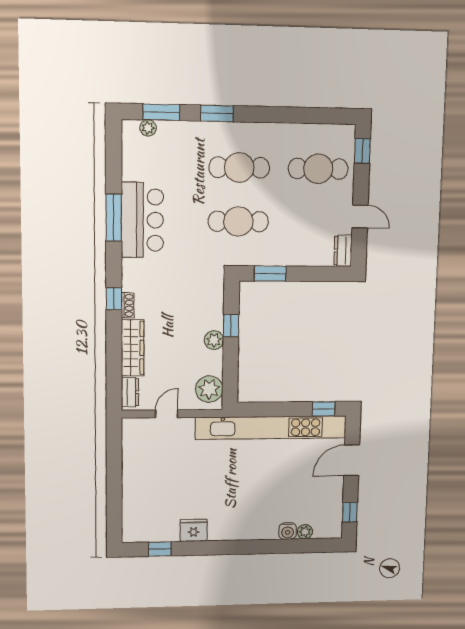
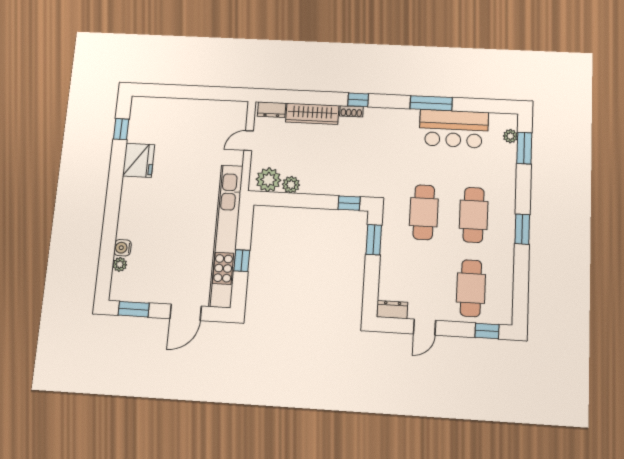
window: (217, 113) -> (522, 229), moved
bar counter: (142, 220) -> (454, 129), moved
window: (231, 325) -> (349, 203), moved
plant: (214, 340) -> (291, 185), moved
window: (324, 409) -> (242, 261), moved
door: (167, 414) -> (249, 141), swing flipped
door: (352, 460) -> (186, 312), swing flipped
window: (350, 512) -> (134, 309), width x1.50
fridge: (194, 530) -> (139, 160), width x1.36, depth x1.34

